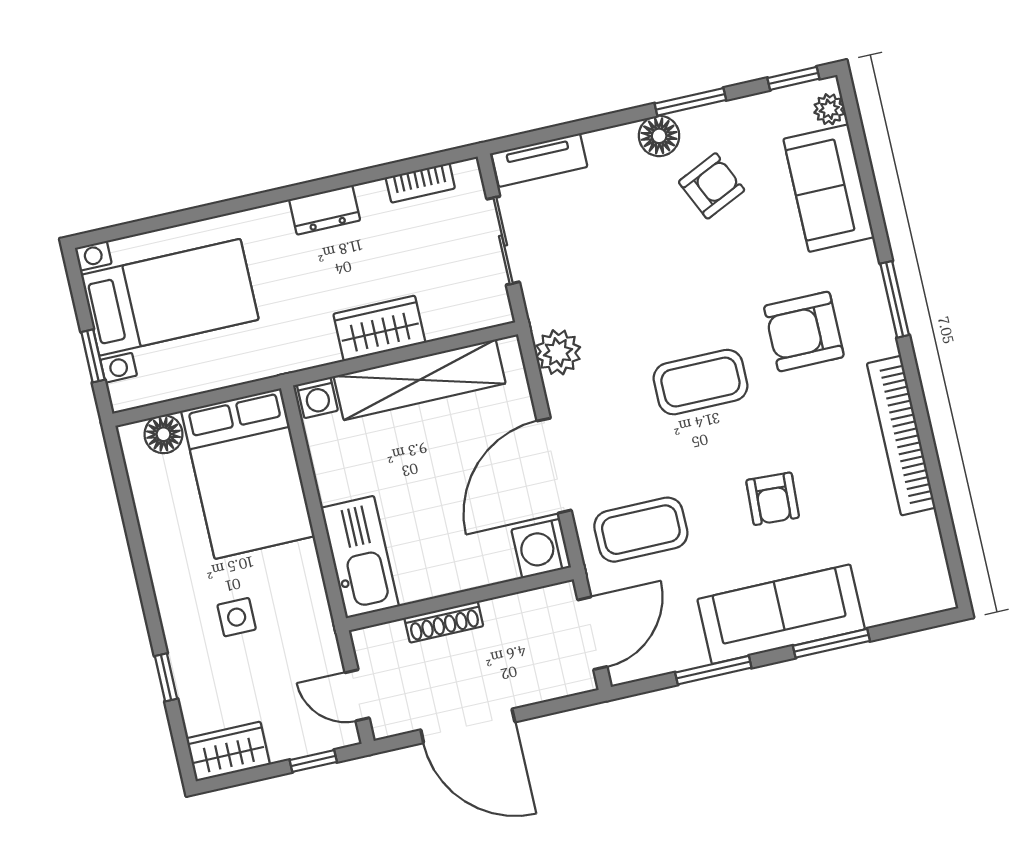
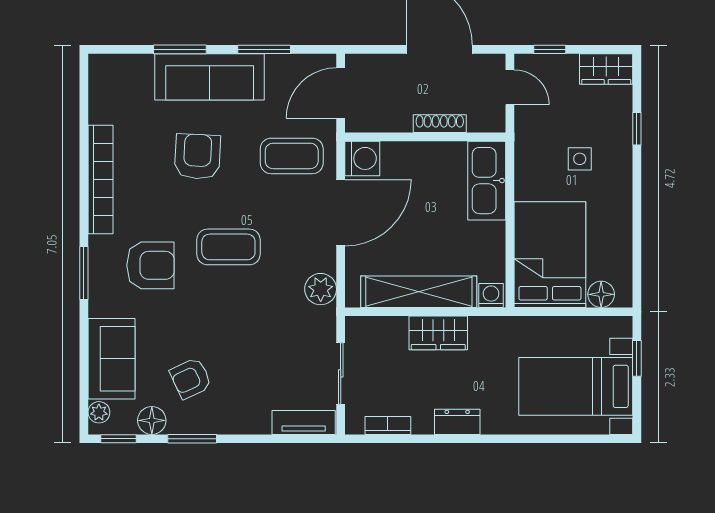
floor lamp: (659, 136) -> (152, 420), moved
armchair: (773, 499) -> (197, 157), width x1.38, depth x1.38

